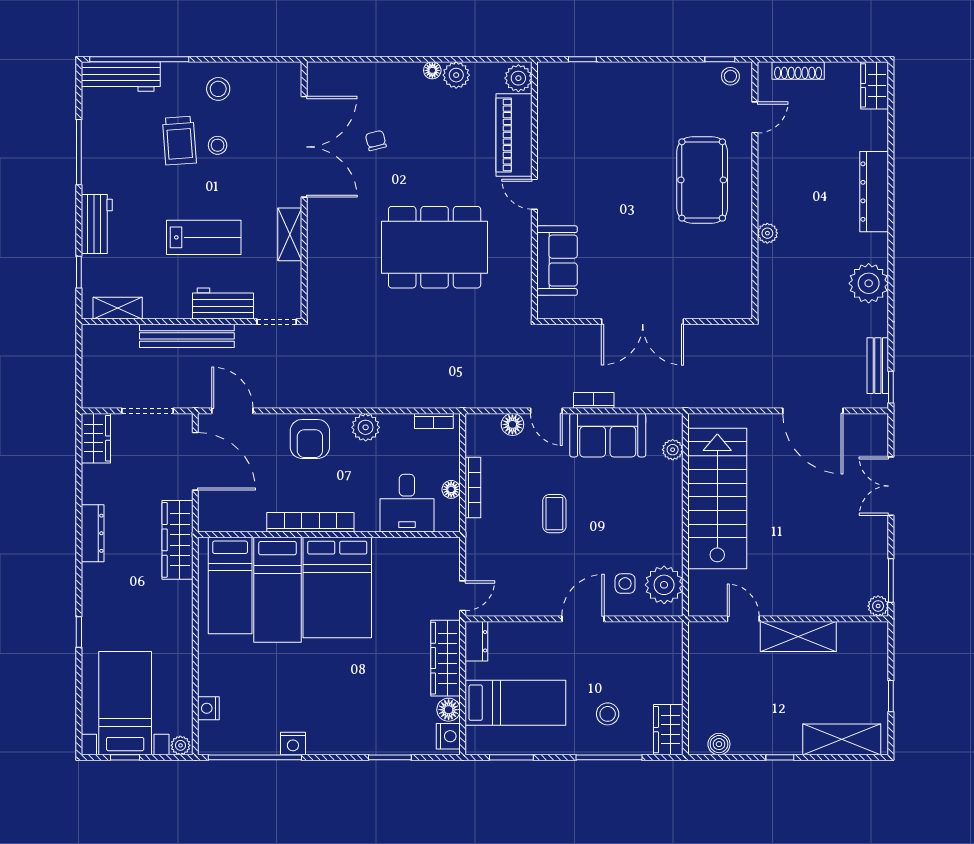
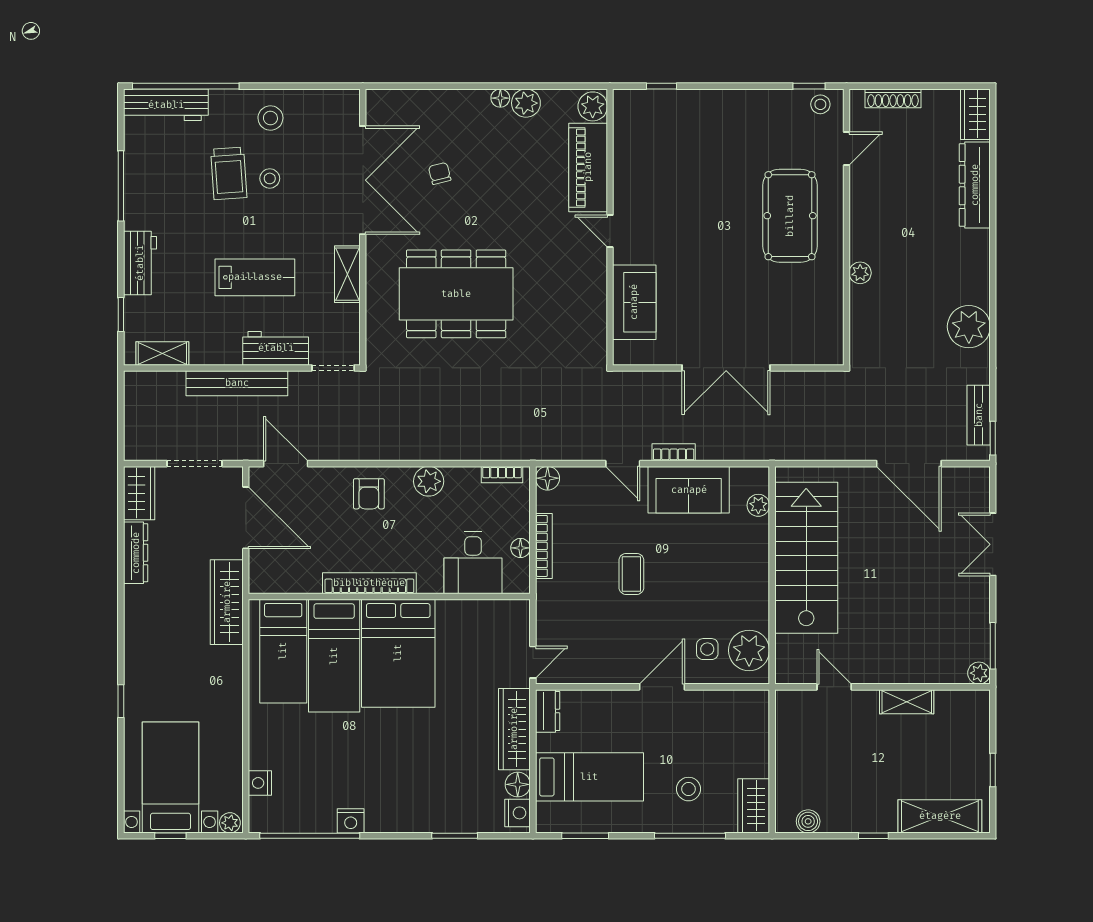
dresser: (874, 192) -> (975, 185), moved
dining table: (435, 247) -> (456, 294), moved
floor lamp: (512, 424) -> (548, 478), moved
armchair: (310, 439) -> (369, 494), width x0.72, depth x0.72
dresser: (93, 533) -> (136, 553), moved
shelving: (798, 636) -> (907, 702), width x0.67, depth x0.75

